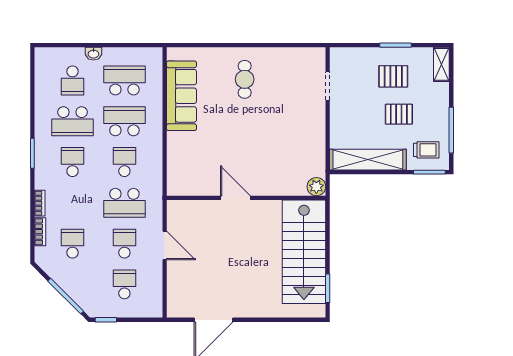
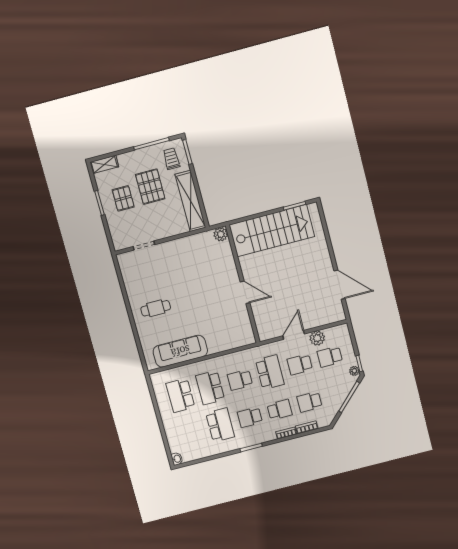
washbasin: (93, 54) -> (177, 459), moved
school desk: (73, 80) -> (280, 410), moved
pallet: (399, 114) -> (150, 187), width x1.50, depth x1.42
door: (235, 198) -> (245, 292), swing flipped
plant: (153, 274) -> (317, 338), added
plant: (98, 311) -> (354, 371), added

